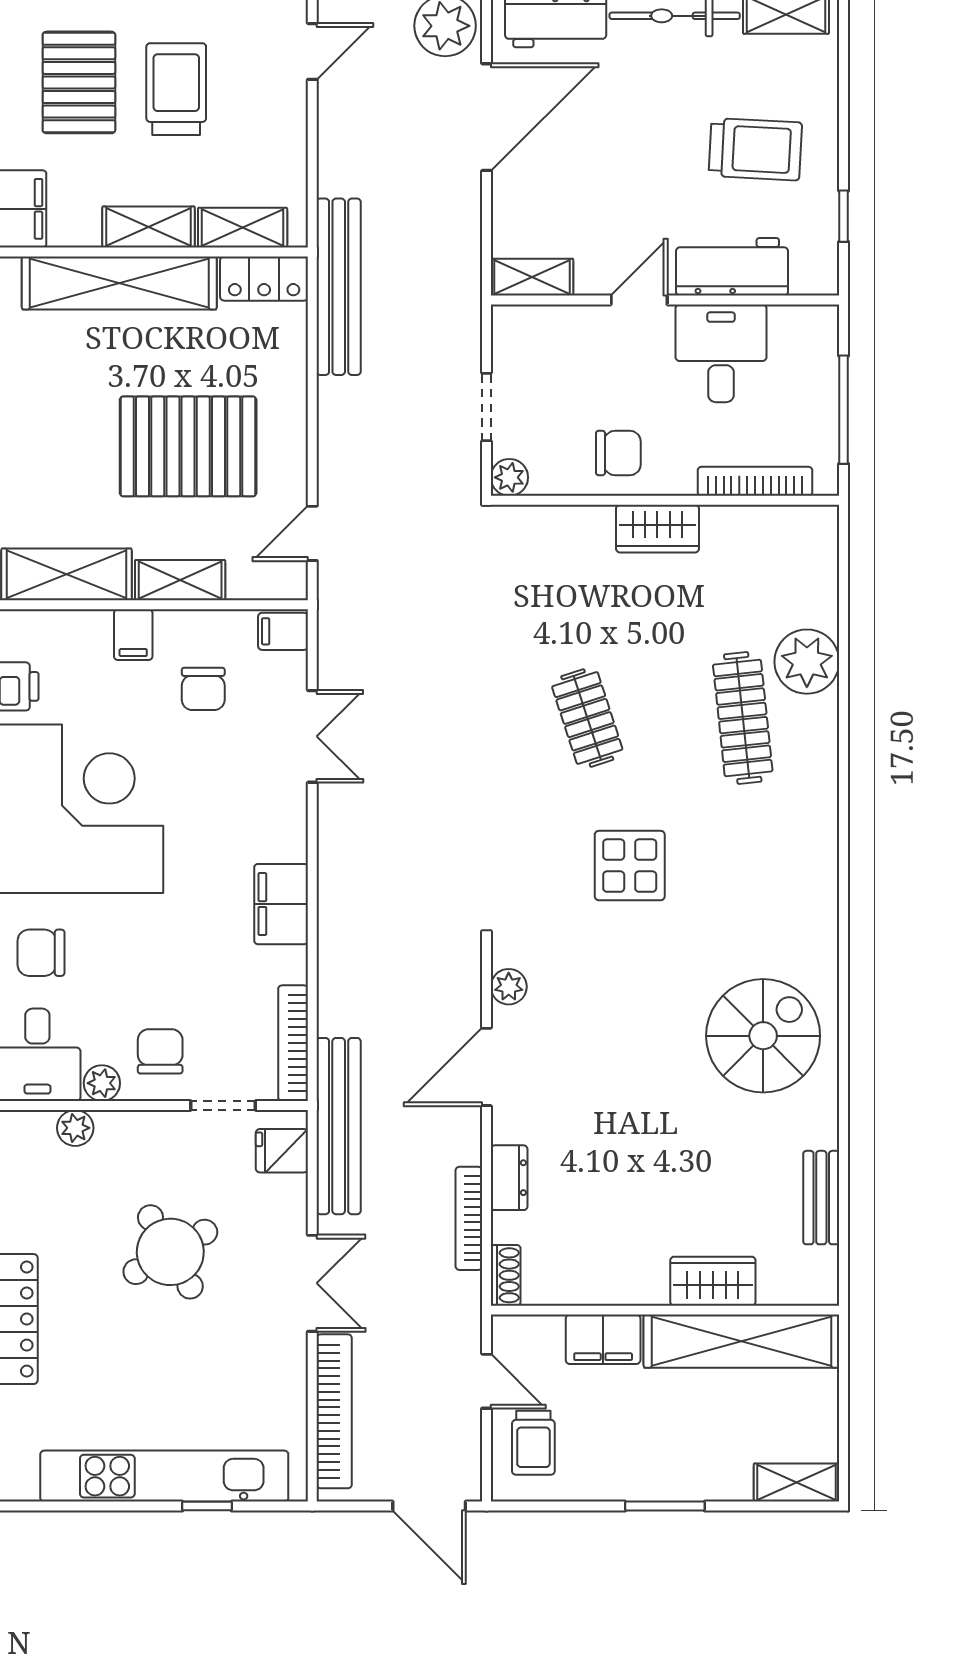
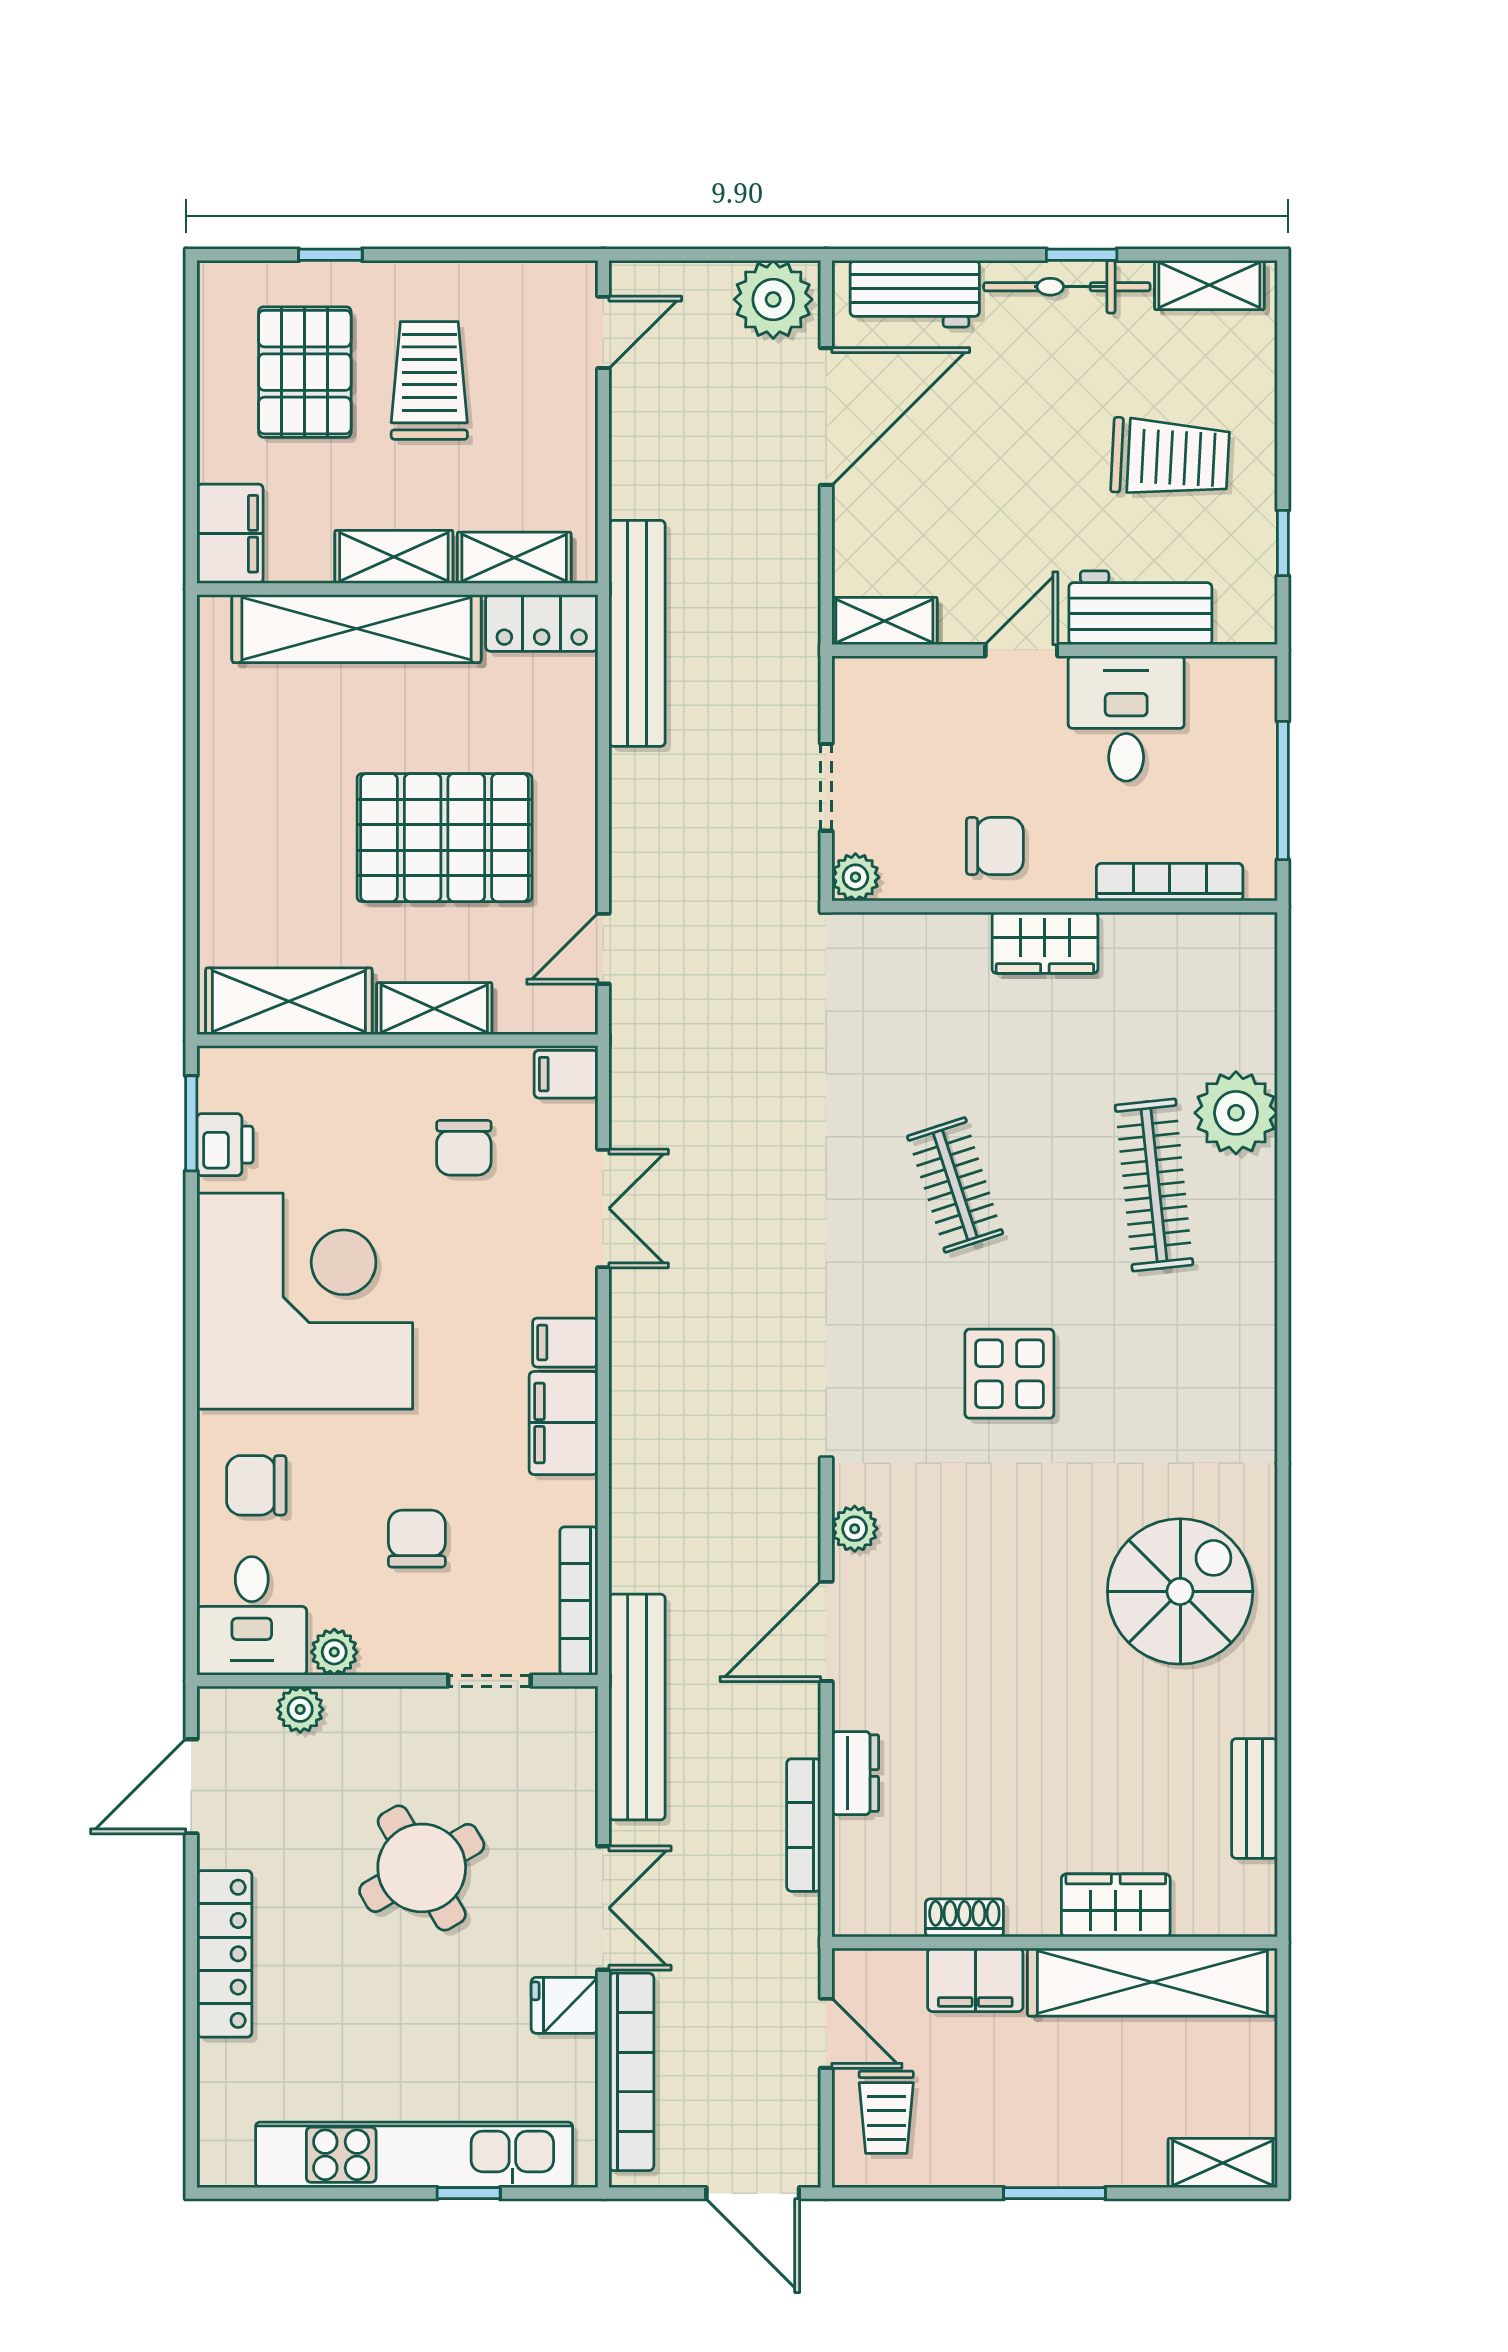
filing cabinet: (133, 635) -> (565, 1343), moved, turned 90
chair: (160, 1051) -> (417, 1539), moved
fridge: (282, 1151) -> (565, 2005), moved
shoe rack: (506, 1275) -> (964, 1918), moved, turned -90

